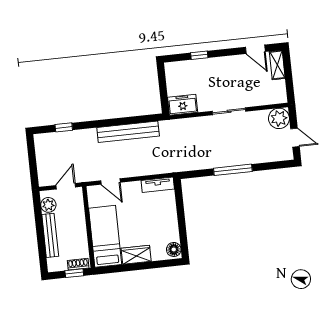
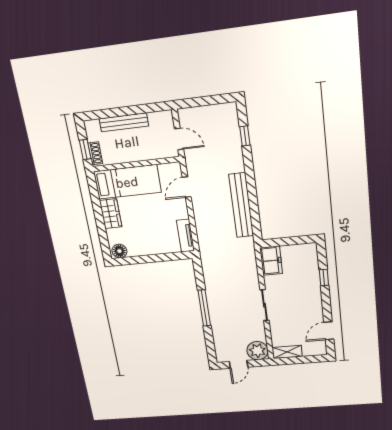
shelving: (277, 65) -> (287, 352), moved
plant: (48, 205) -> (157, 120), removed

